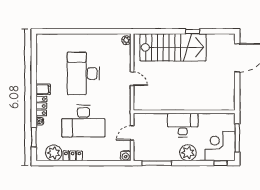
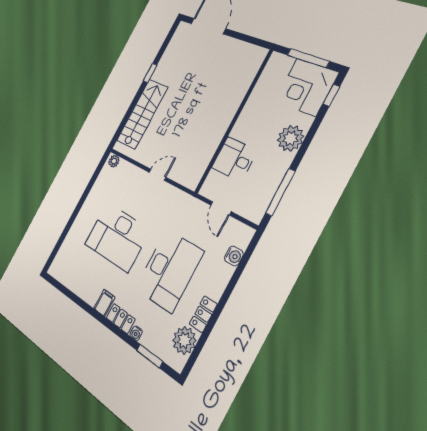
stairs: (173, 47) -> (142, 114), width x0.73, depth x0.66
desk: (183, 125) -> (234, 159), moved, width x0.73
water cooler: (126, 156) -> (234, 256), moved

